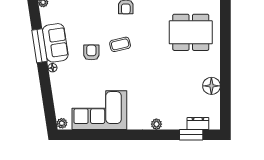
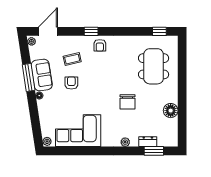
dining table: (191, 32) -> (154, 66), turned 90
coffee table: (120, 44) -> (72, 59), moved
chair: (159, 75) -> (128, 102), added
dresser: (198, 123) -> (148, 142), moved

